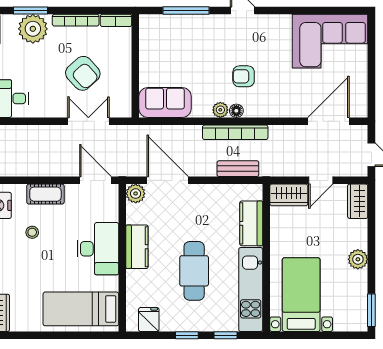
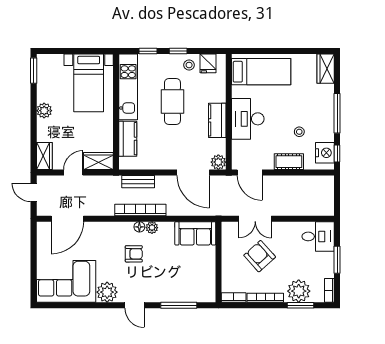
plant: (278, 27) -> (107, 292), added
stool: (173, 317) -> (189, 65), added

